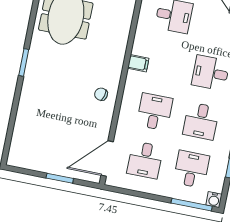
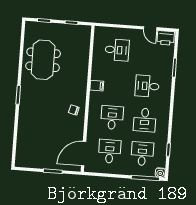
desk: (145, 160) -> (110, 151), turned 180

